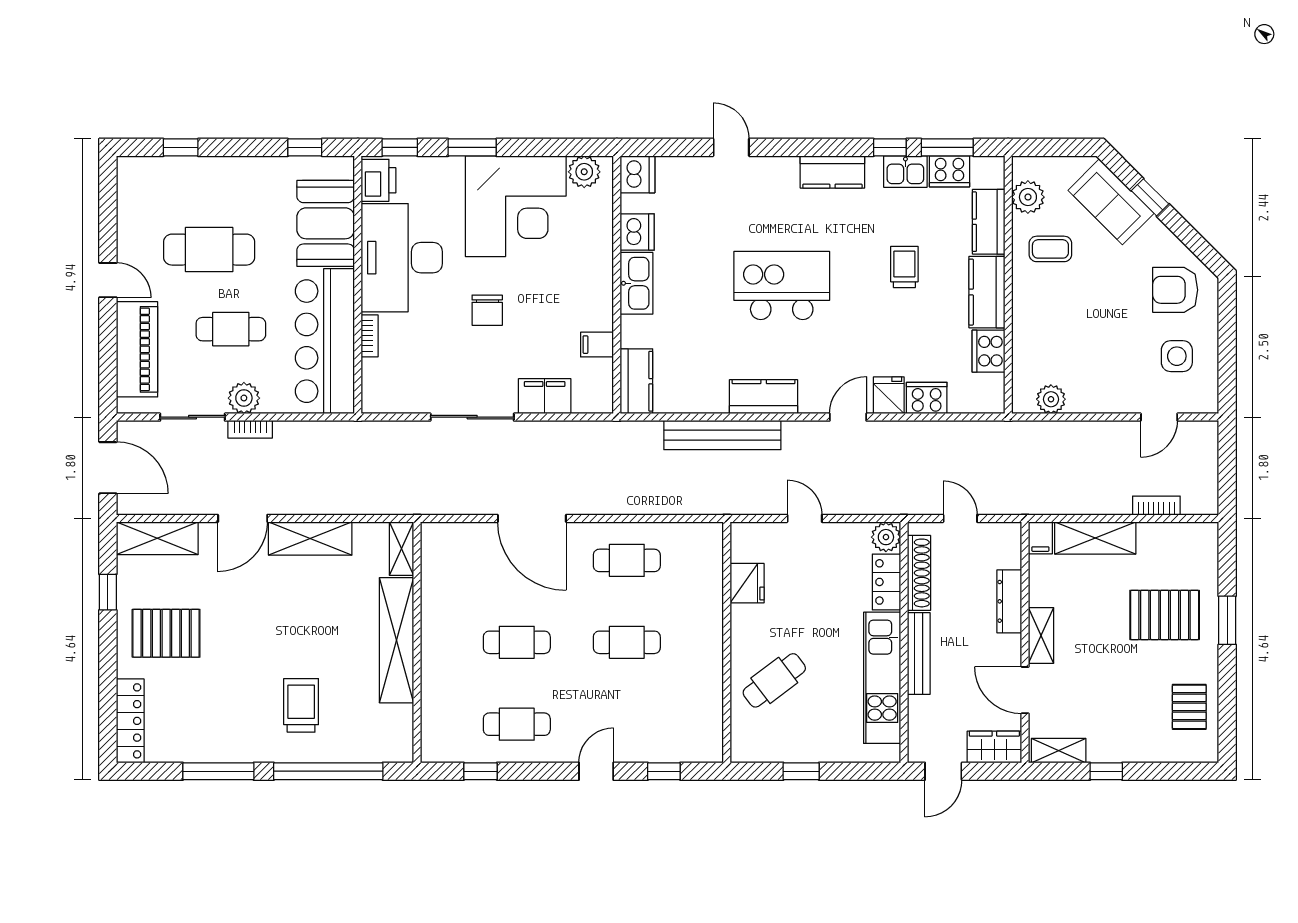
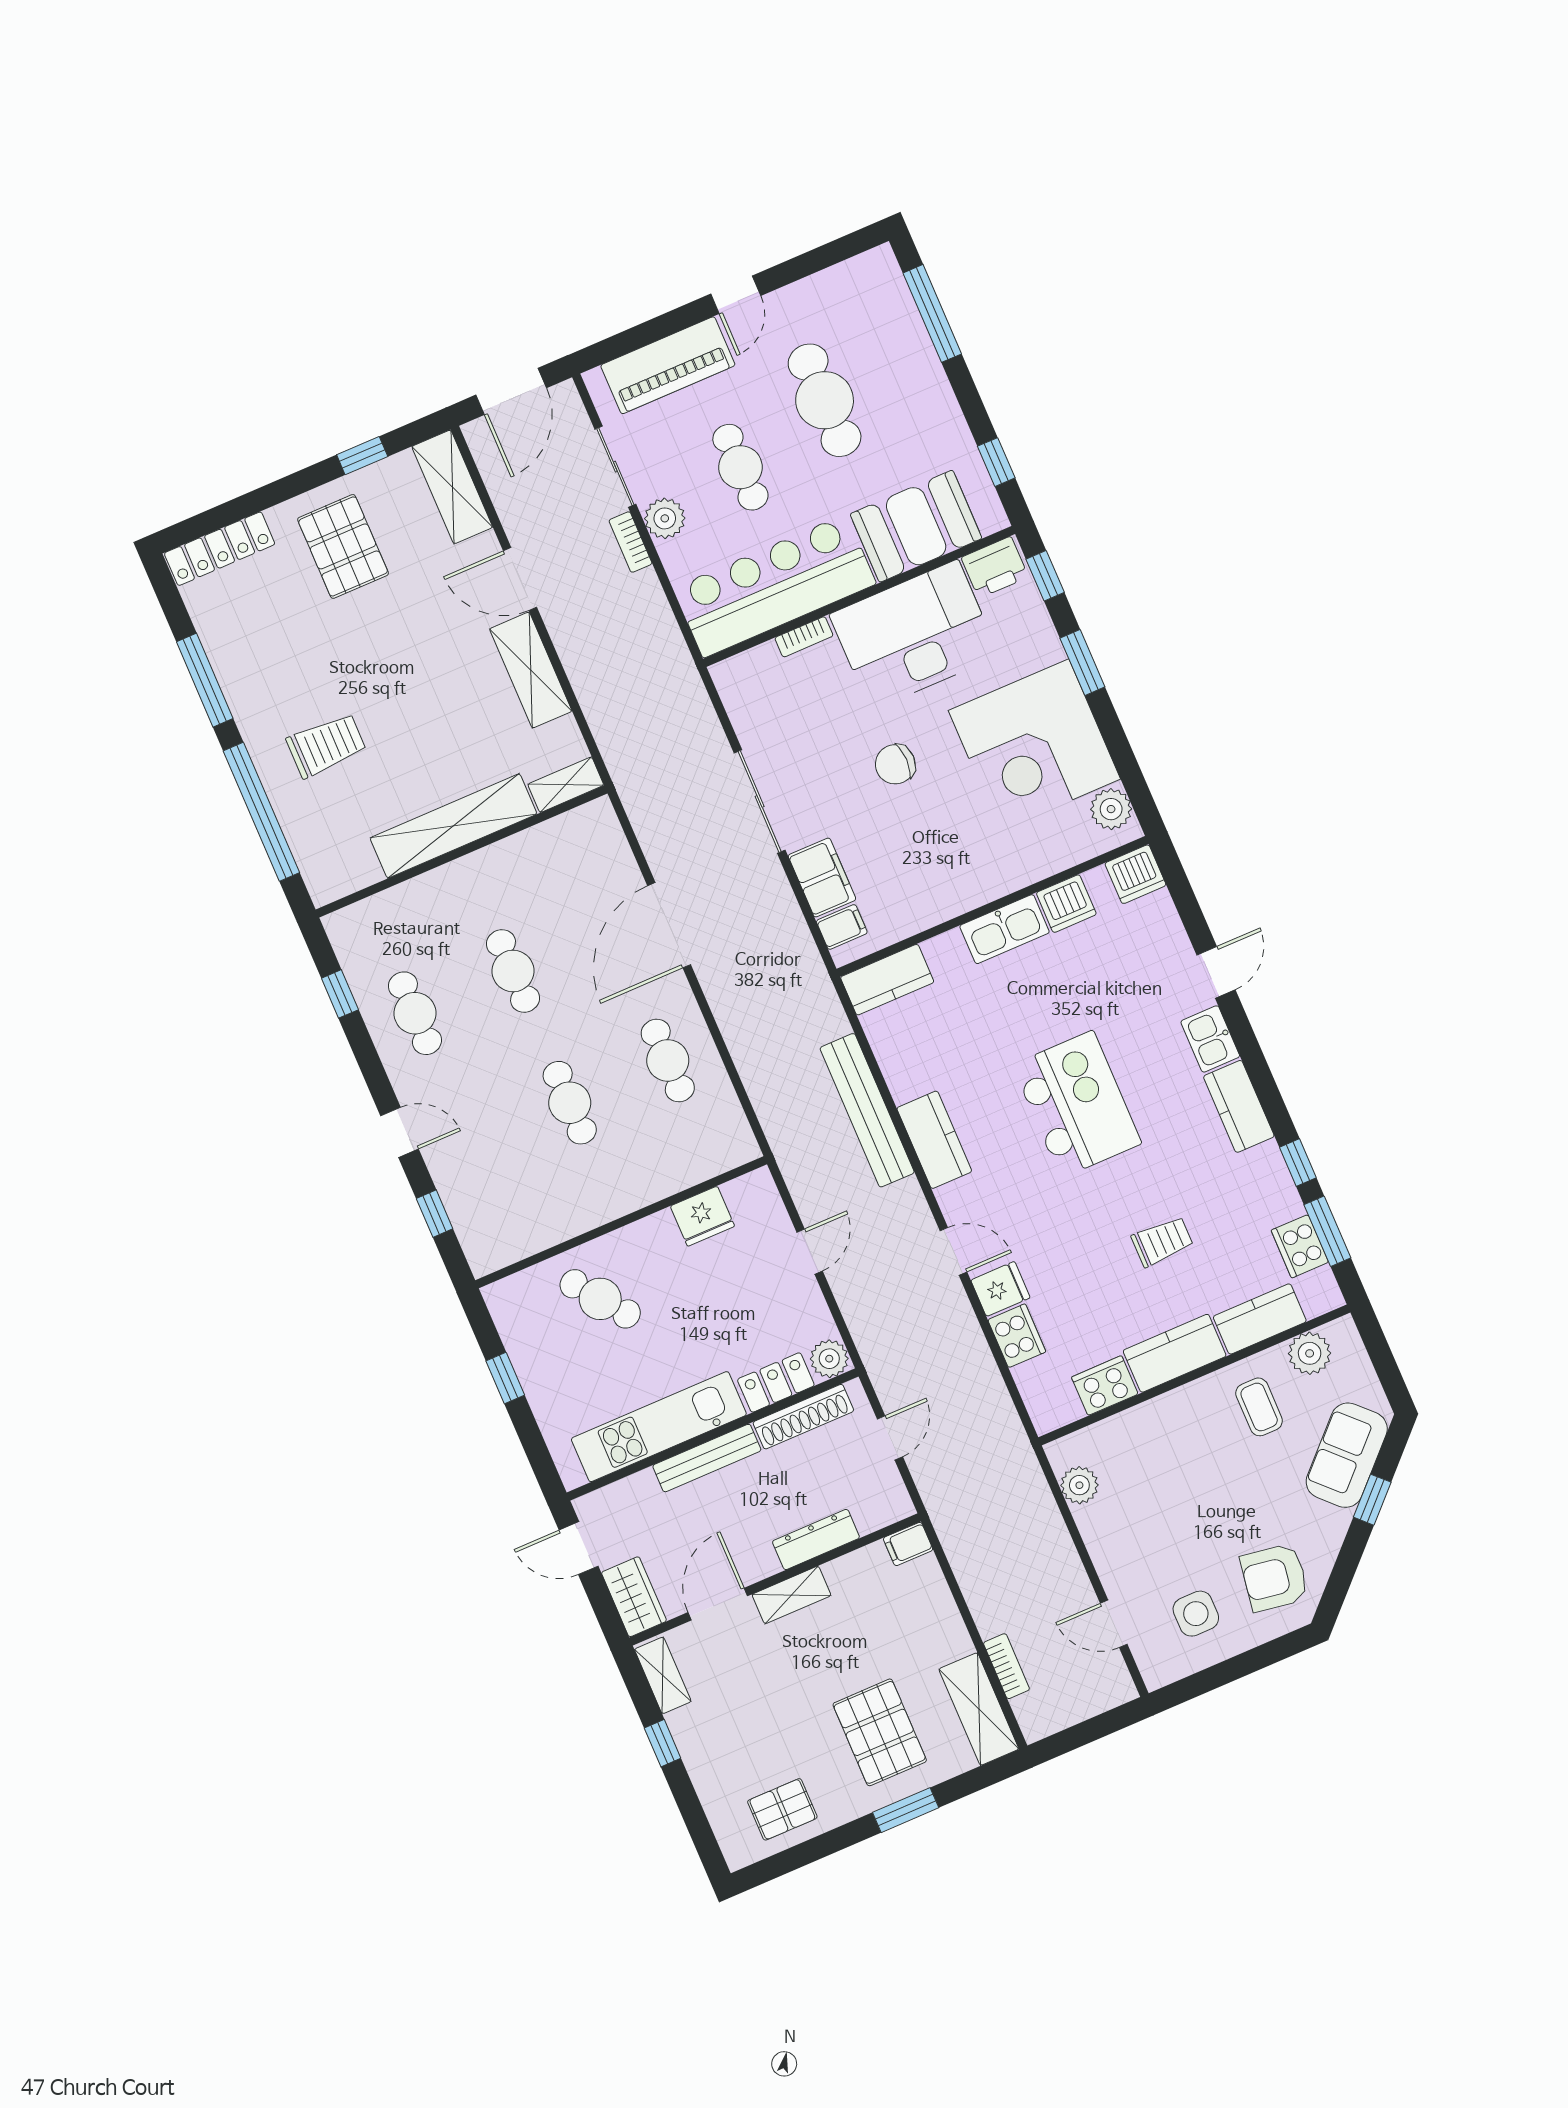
window: (181, 147) -> (932, 313), width x2.17
kitchen sink: (905, 172) -> (1210, 1039), moved
armchair: (1175, 290) -> (1274, 1578), turned -81
filing cabinet: (597, 345) -> (842, 927), moved, turned 90
shelving: (1095, 538) -> (979, 1709), moved

